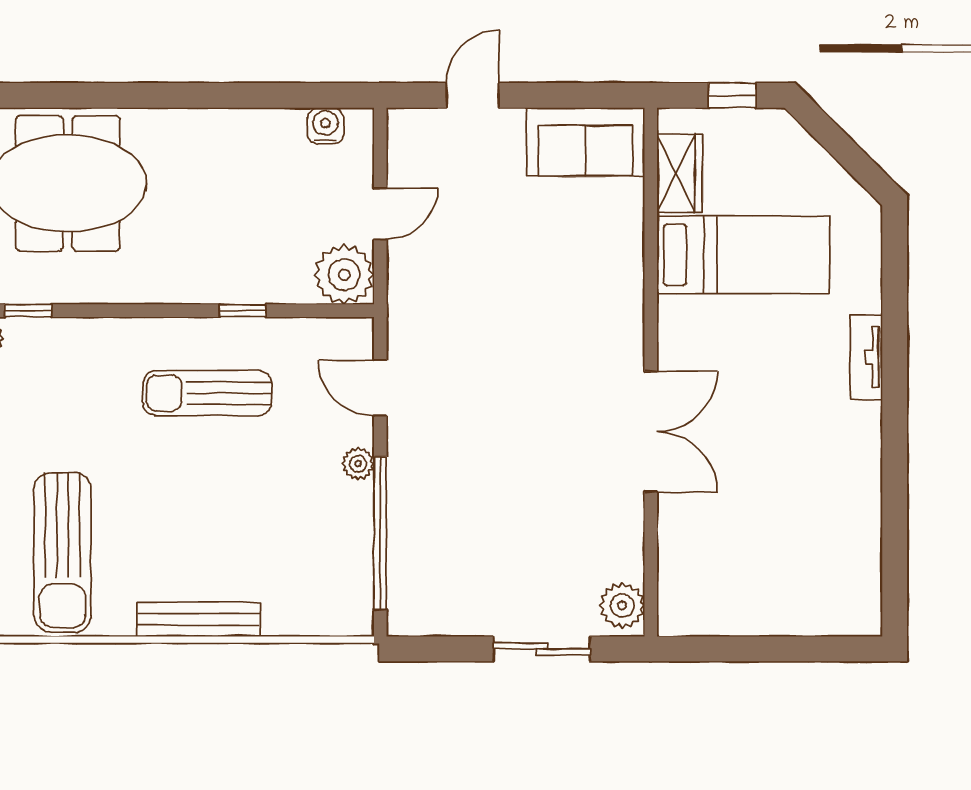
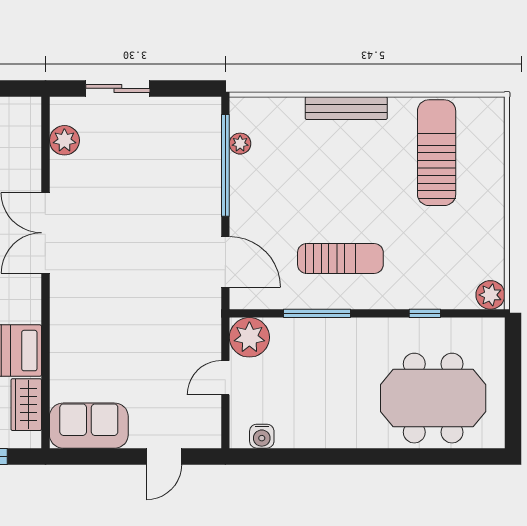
window: (28, 311) -> (425, 313), moved
window: (242, 311) -> (317, 313), width x2.17
door: (380, 388) -> (225, 262), width x1.38
plant: (358, 464) -> (240, 144), moved
plant: (622, 605) -> (64, 140), moved

